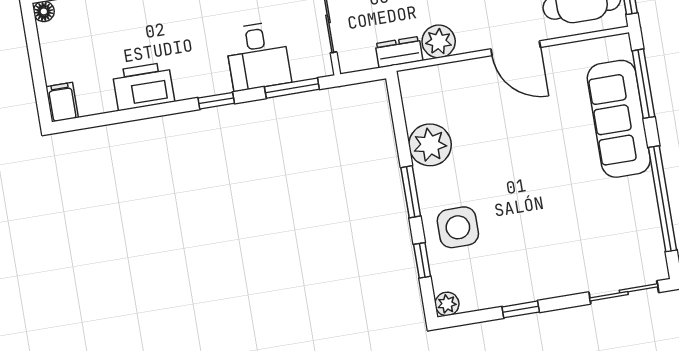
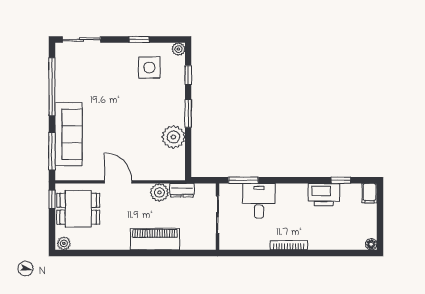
window: (216, 101) -> (341, 180), moved
side table: (458, 227) -> (149, 68), moved

